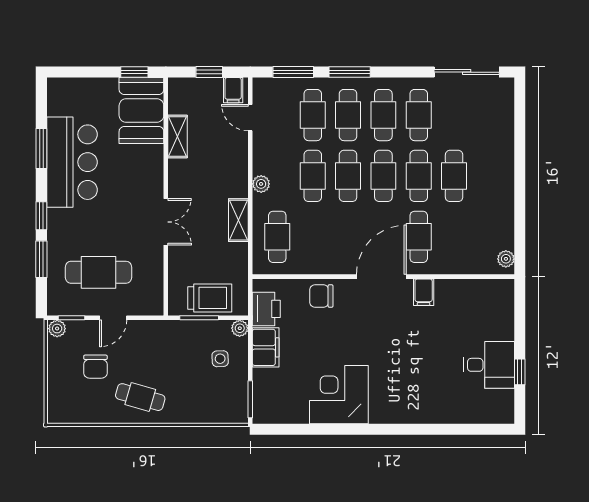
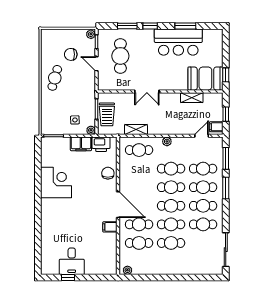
shelving: (238, 220) -> (136, 130), moved
cafe table: (454, 237) -> (139, 243), added

